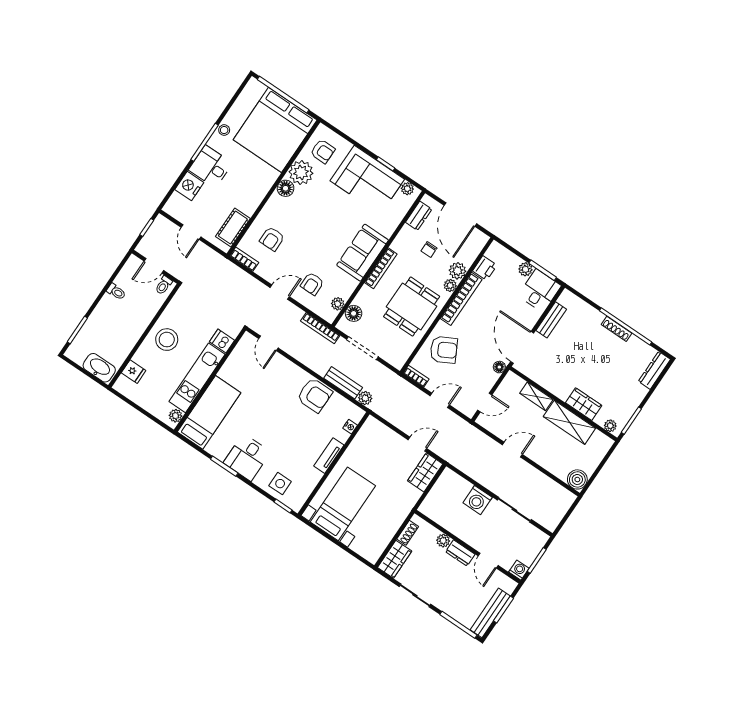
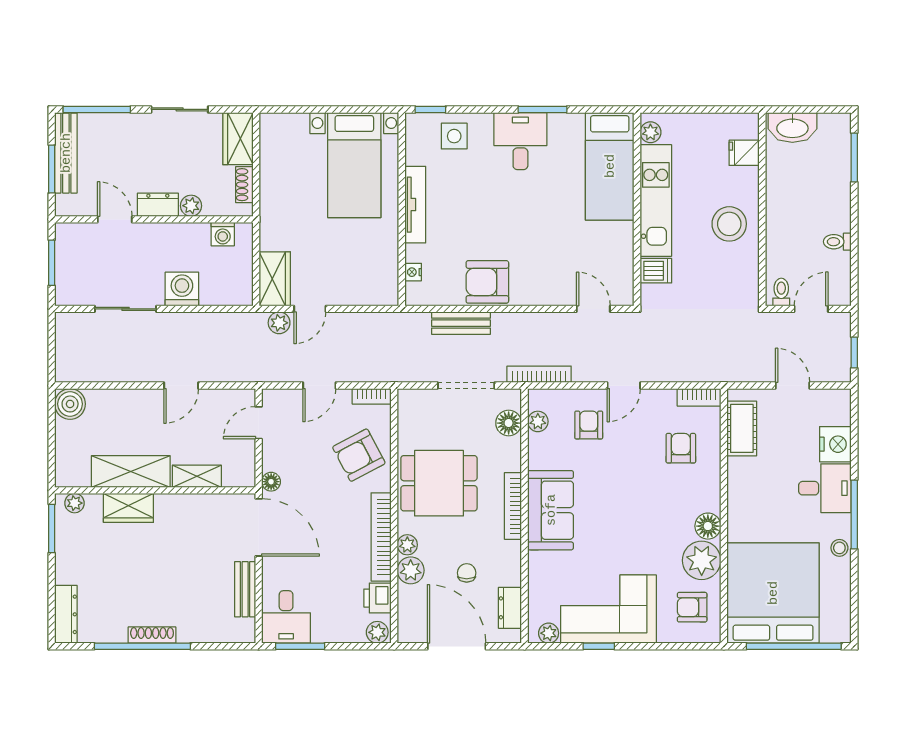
plant: (525, 269) -> (377, 632), moved
dining table: (412, 307) -> (439, 483), turned 90
plant: (365, 398) -> (279, 323), moved
tv unit: (329, 456) -> (415, 205), width x1.41
washing machine: (519, 570) -> (223, 234), moved

